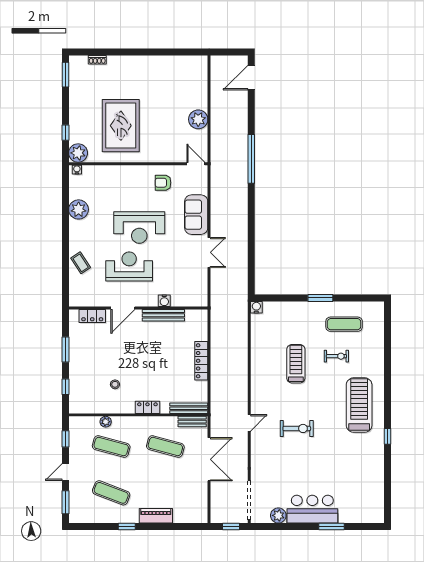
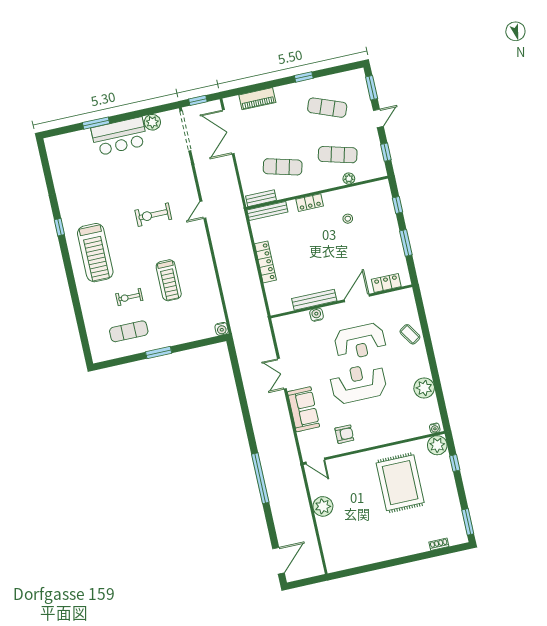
double door: (209, 459) -> (228, 132), moved
piano: (156, 516) -> (257, 99), moved

